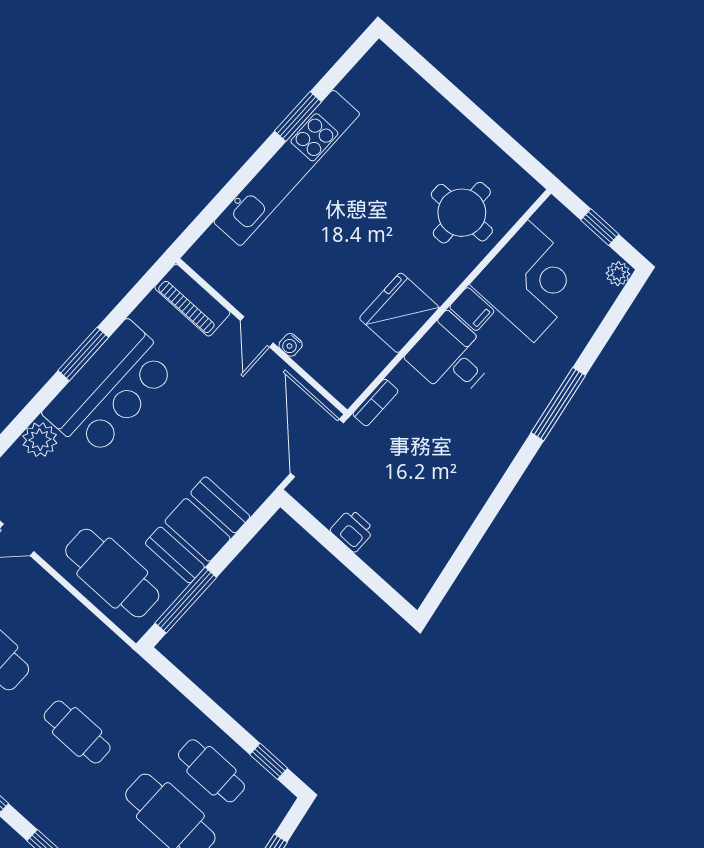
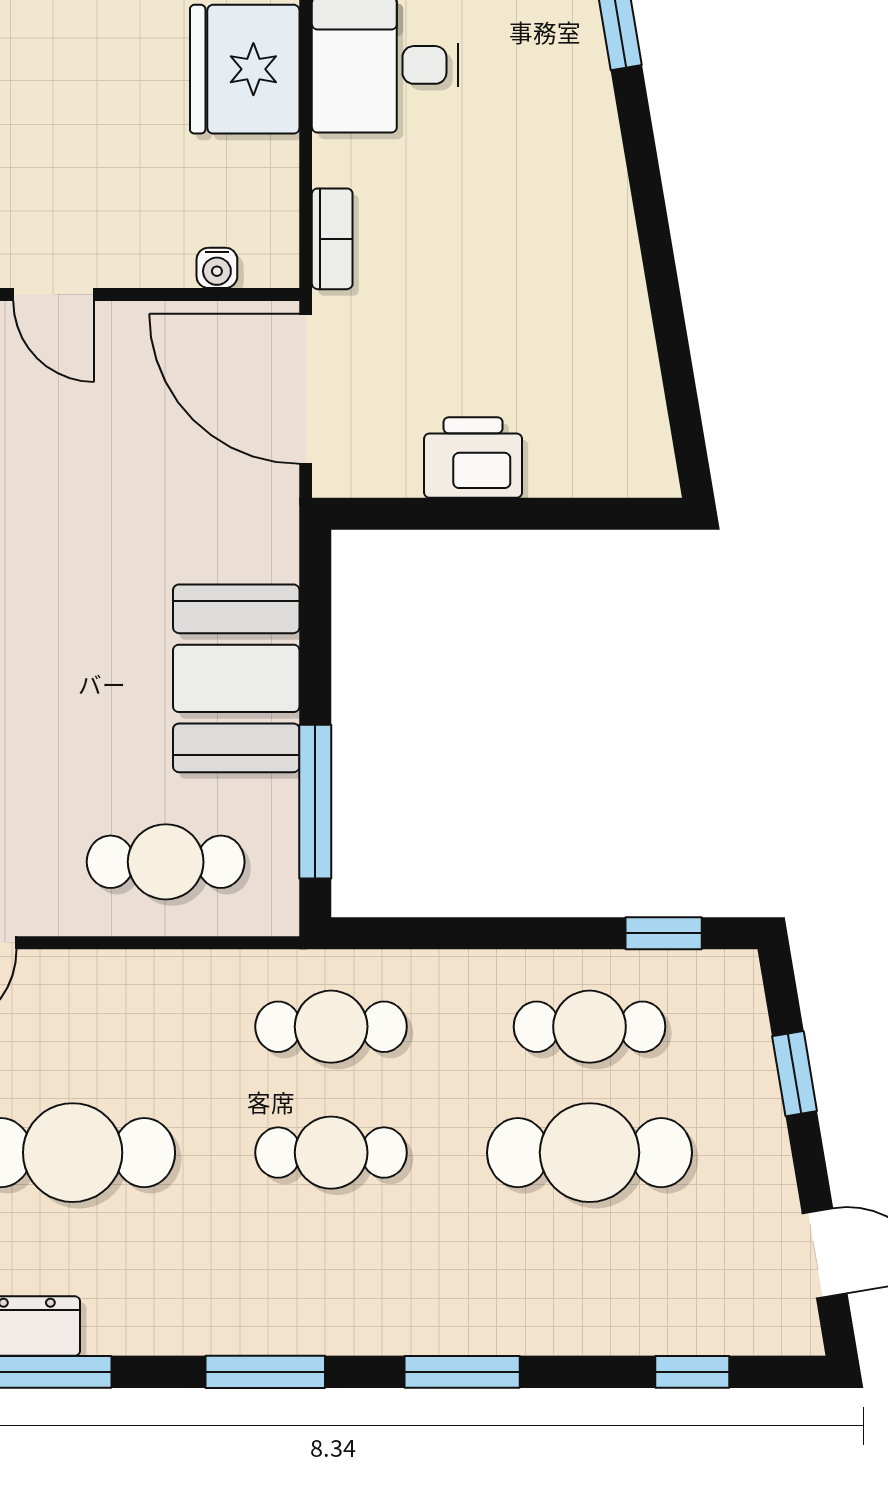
water cooler: (291, 345) -> (217, 268), moved
printer: (352, 530) -> (473, 458), width x1.36, depth x1.24
cafe table: (112, 573) -> (166, 862), width x0.73, depth x0.74
cafe table: (118, 687) -> (331, 1027), added

